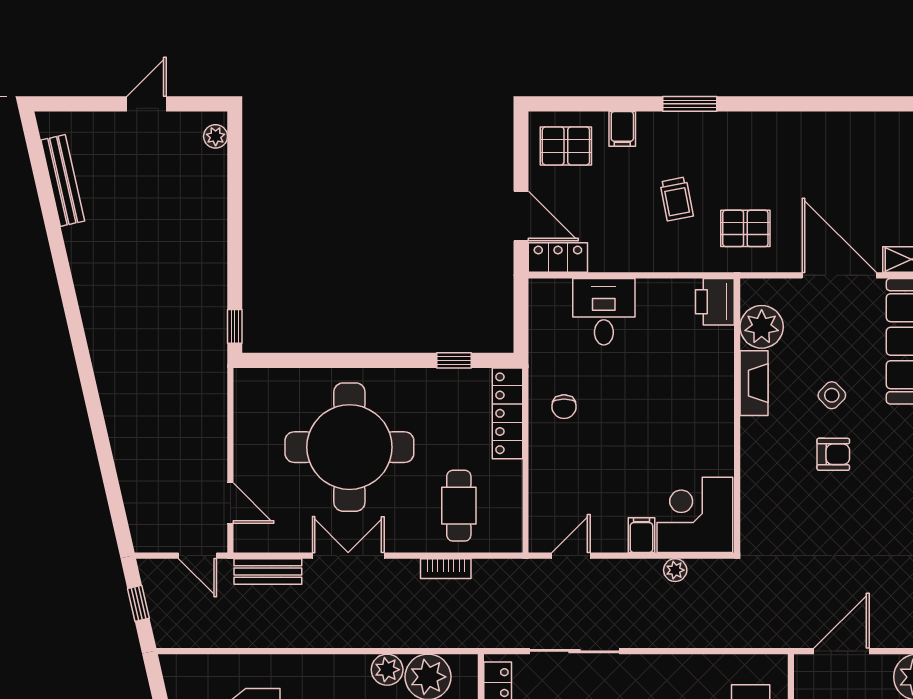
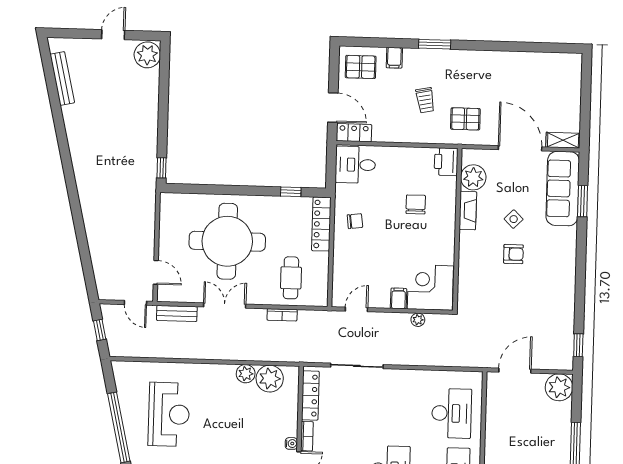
plant: (216, 136) -> (147, 55), width x1.88, depth x1.88
desk: (604, 312) -> (355, 165), moved, turned -90
chair: (666, 375) -> (416, 204), added
chair: (564, 407) -> (355, 221), turned -97

